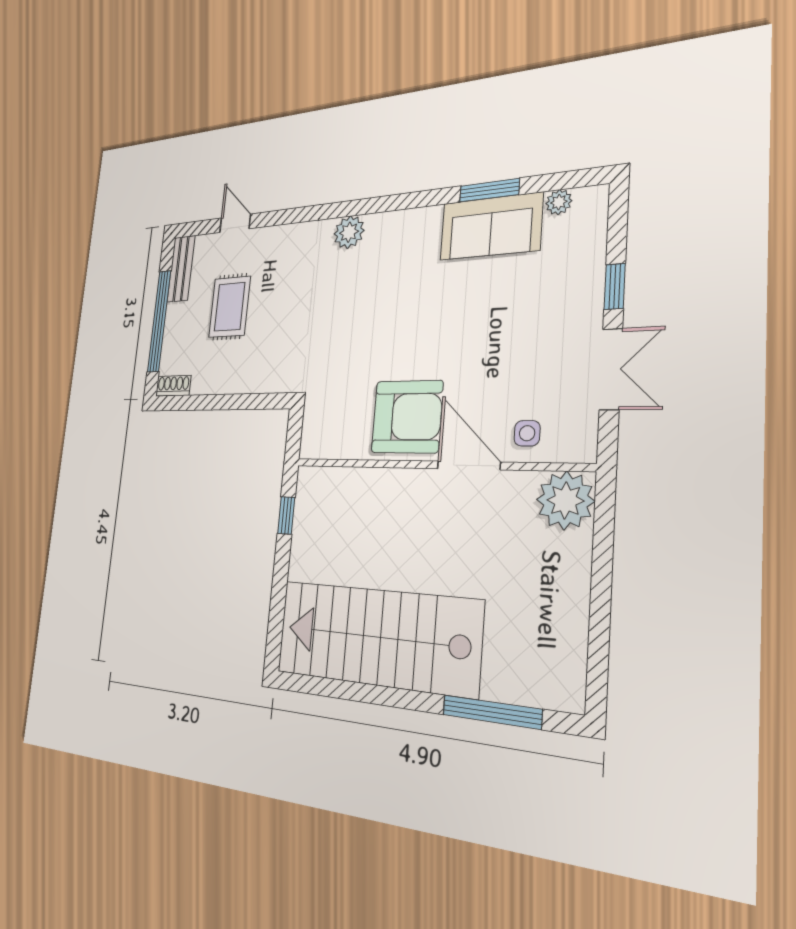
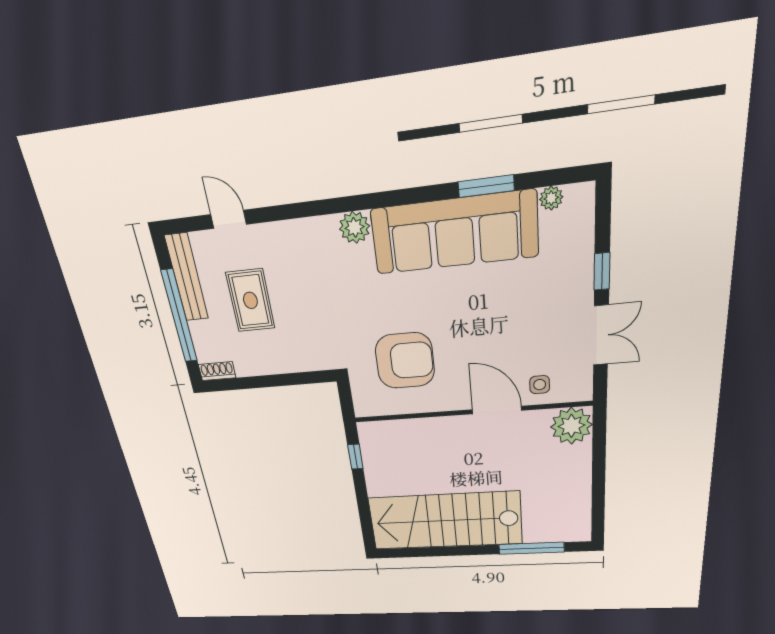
sofa: (491, 226) -> (454, 233), width x1.85, depth x1.27
bench: (181, 269) -> (187, 278), width x1.36
armchair: (407, 417) -> (405, 361), moved

